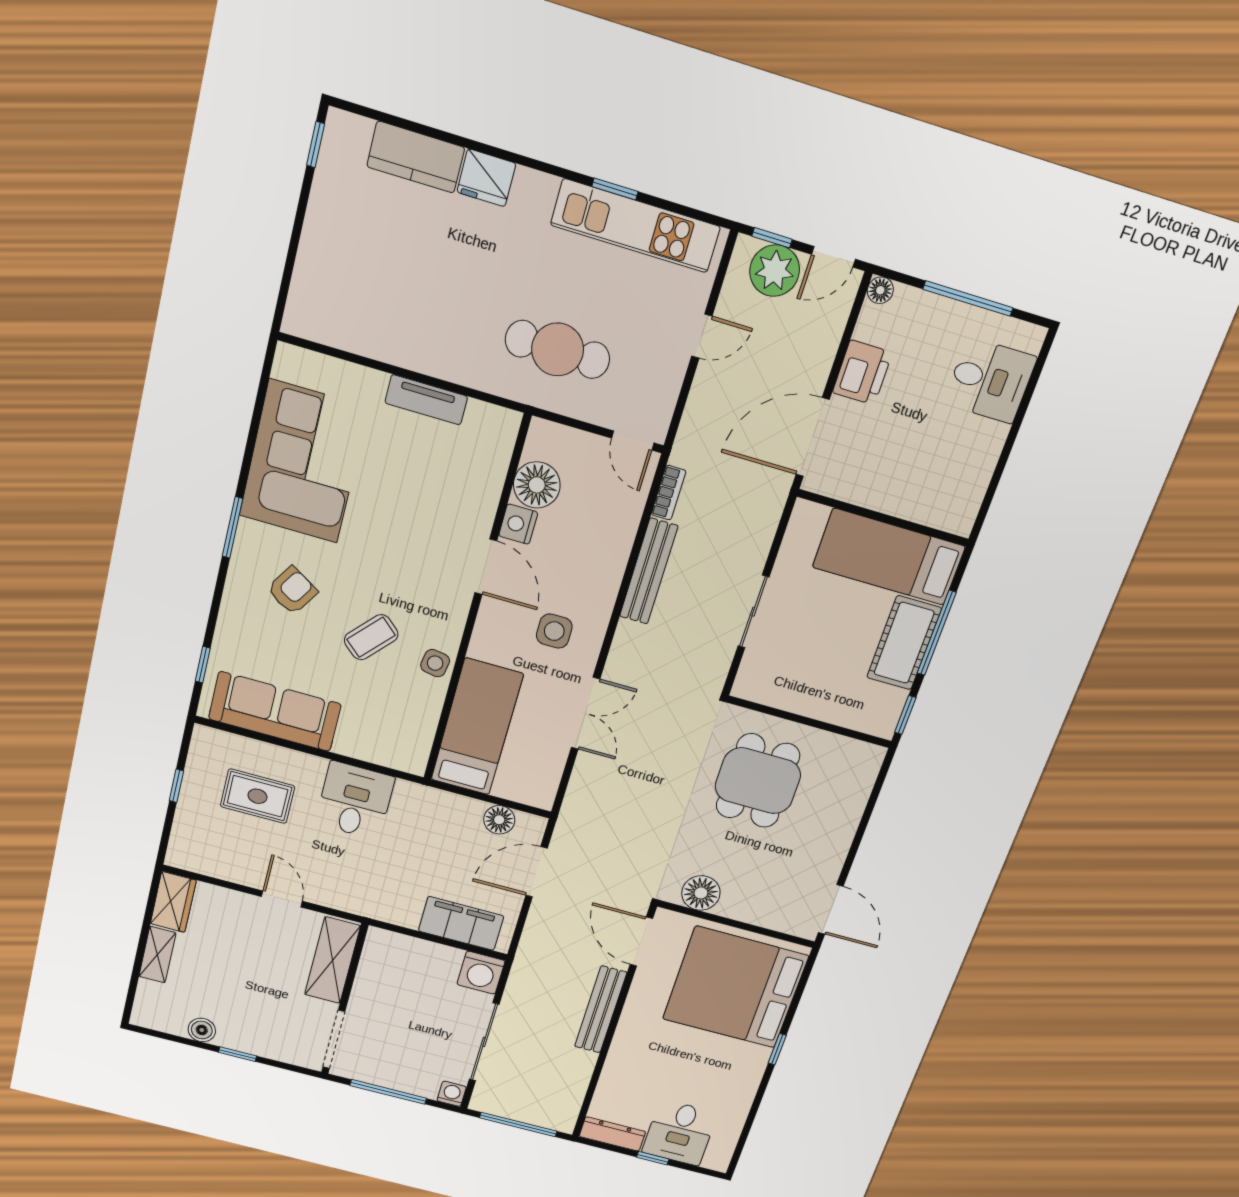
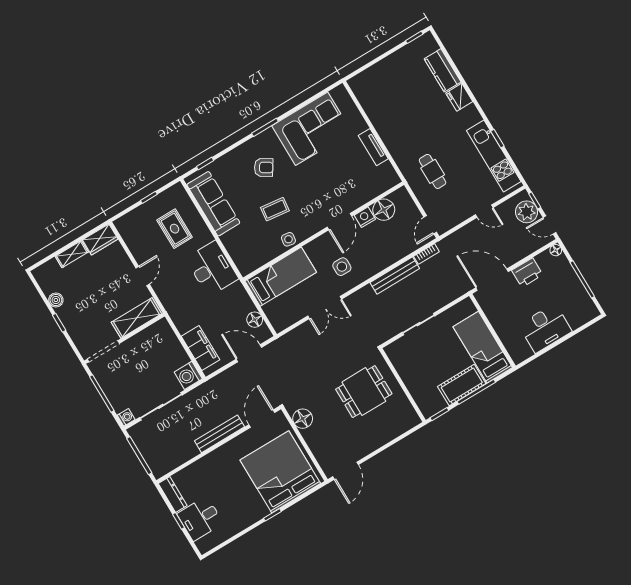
cafe table: (558, 349) -> (433, 171), width x0.73, depth x0.74
desk: (990, 380) -> (545, 328), moved, width x1.37
coffee table: (371, 637) -> (275, 209), turned -35
desk: (355, 801) -> (212, 269), width x1.37

